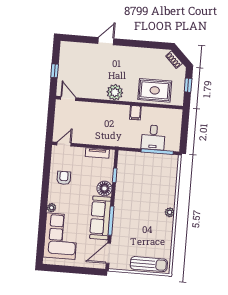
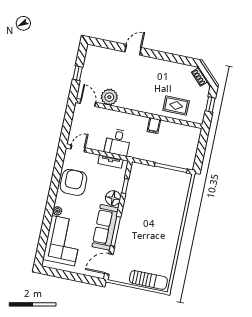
rug: (155, 90) -> (176, 106), width x0.73, depth x0.70
plant: (115, 92) -> (109, 97), moved
desk: (153, 137) -> (118, 142), moved
armchair: (64, 178) -> (73, 182), width x1.88, depth x1.88
plant: (170, 212) -> (176, 230), removed

